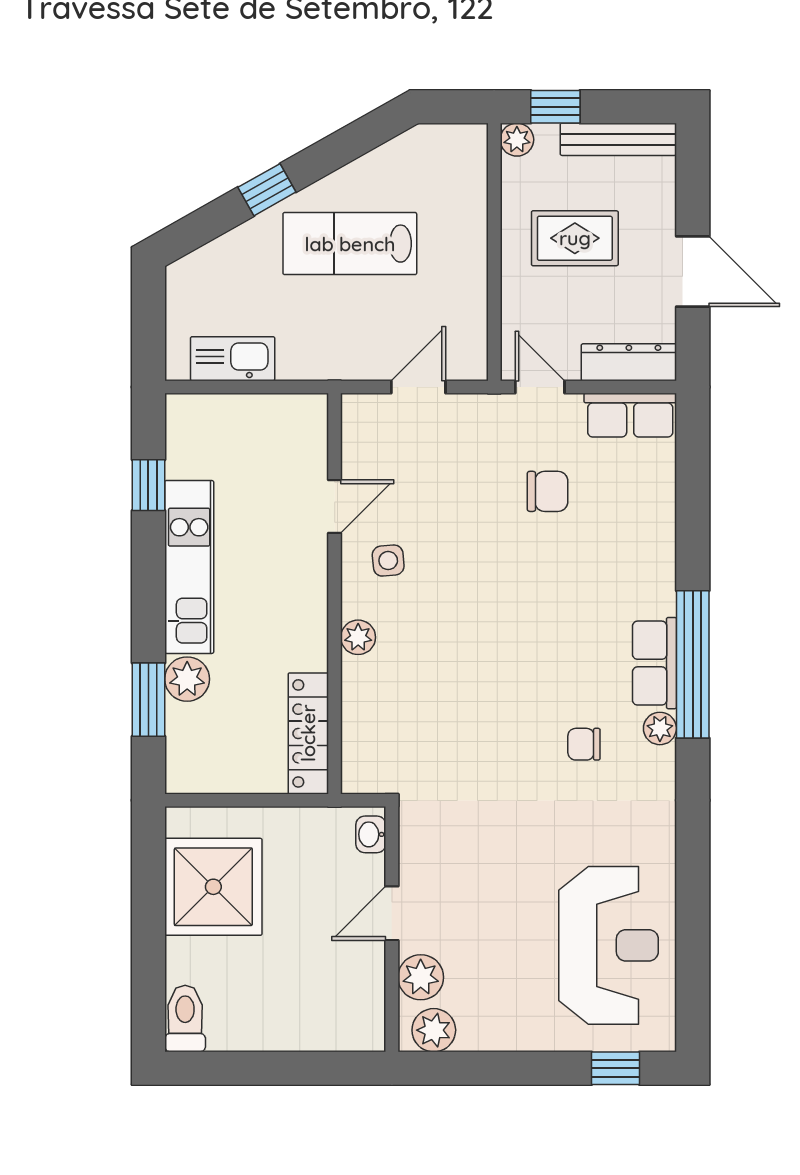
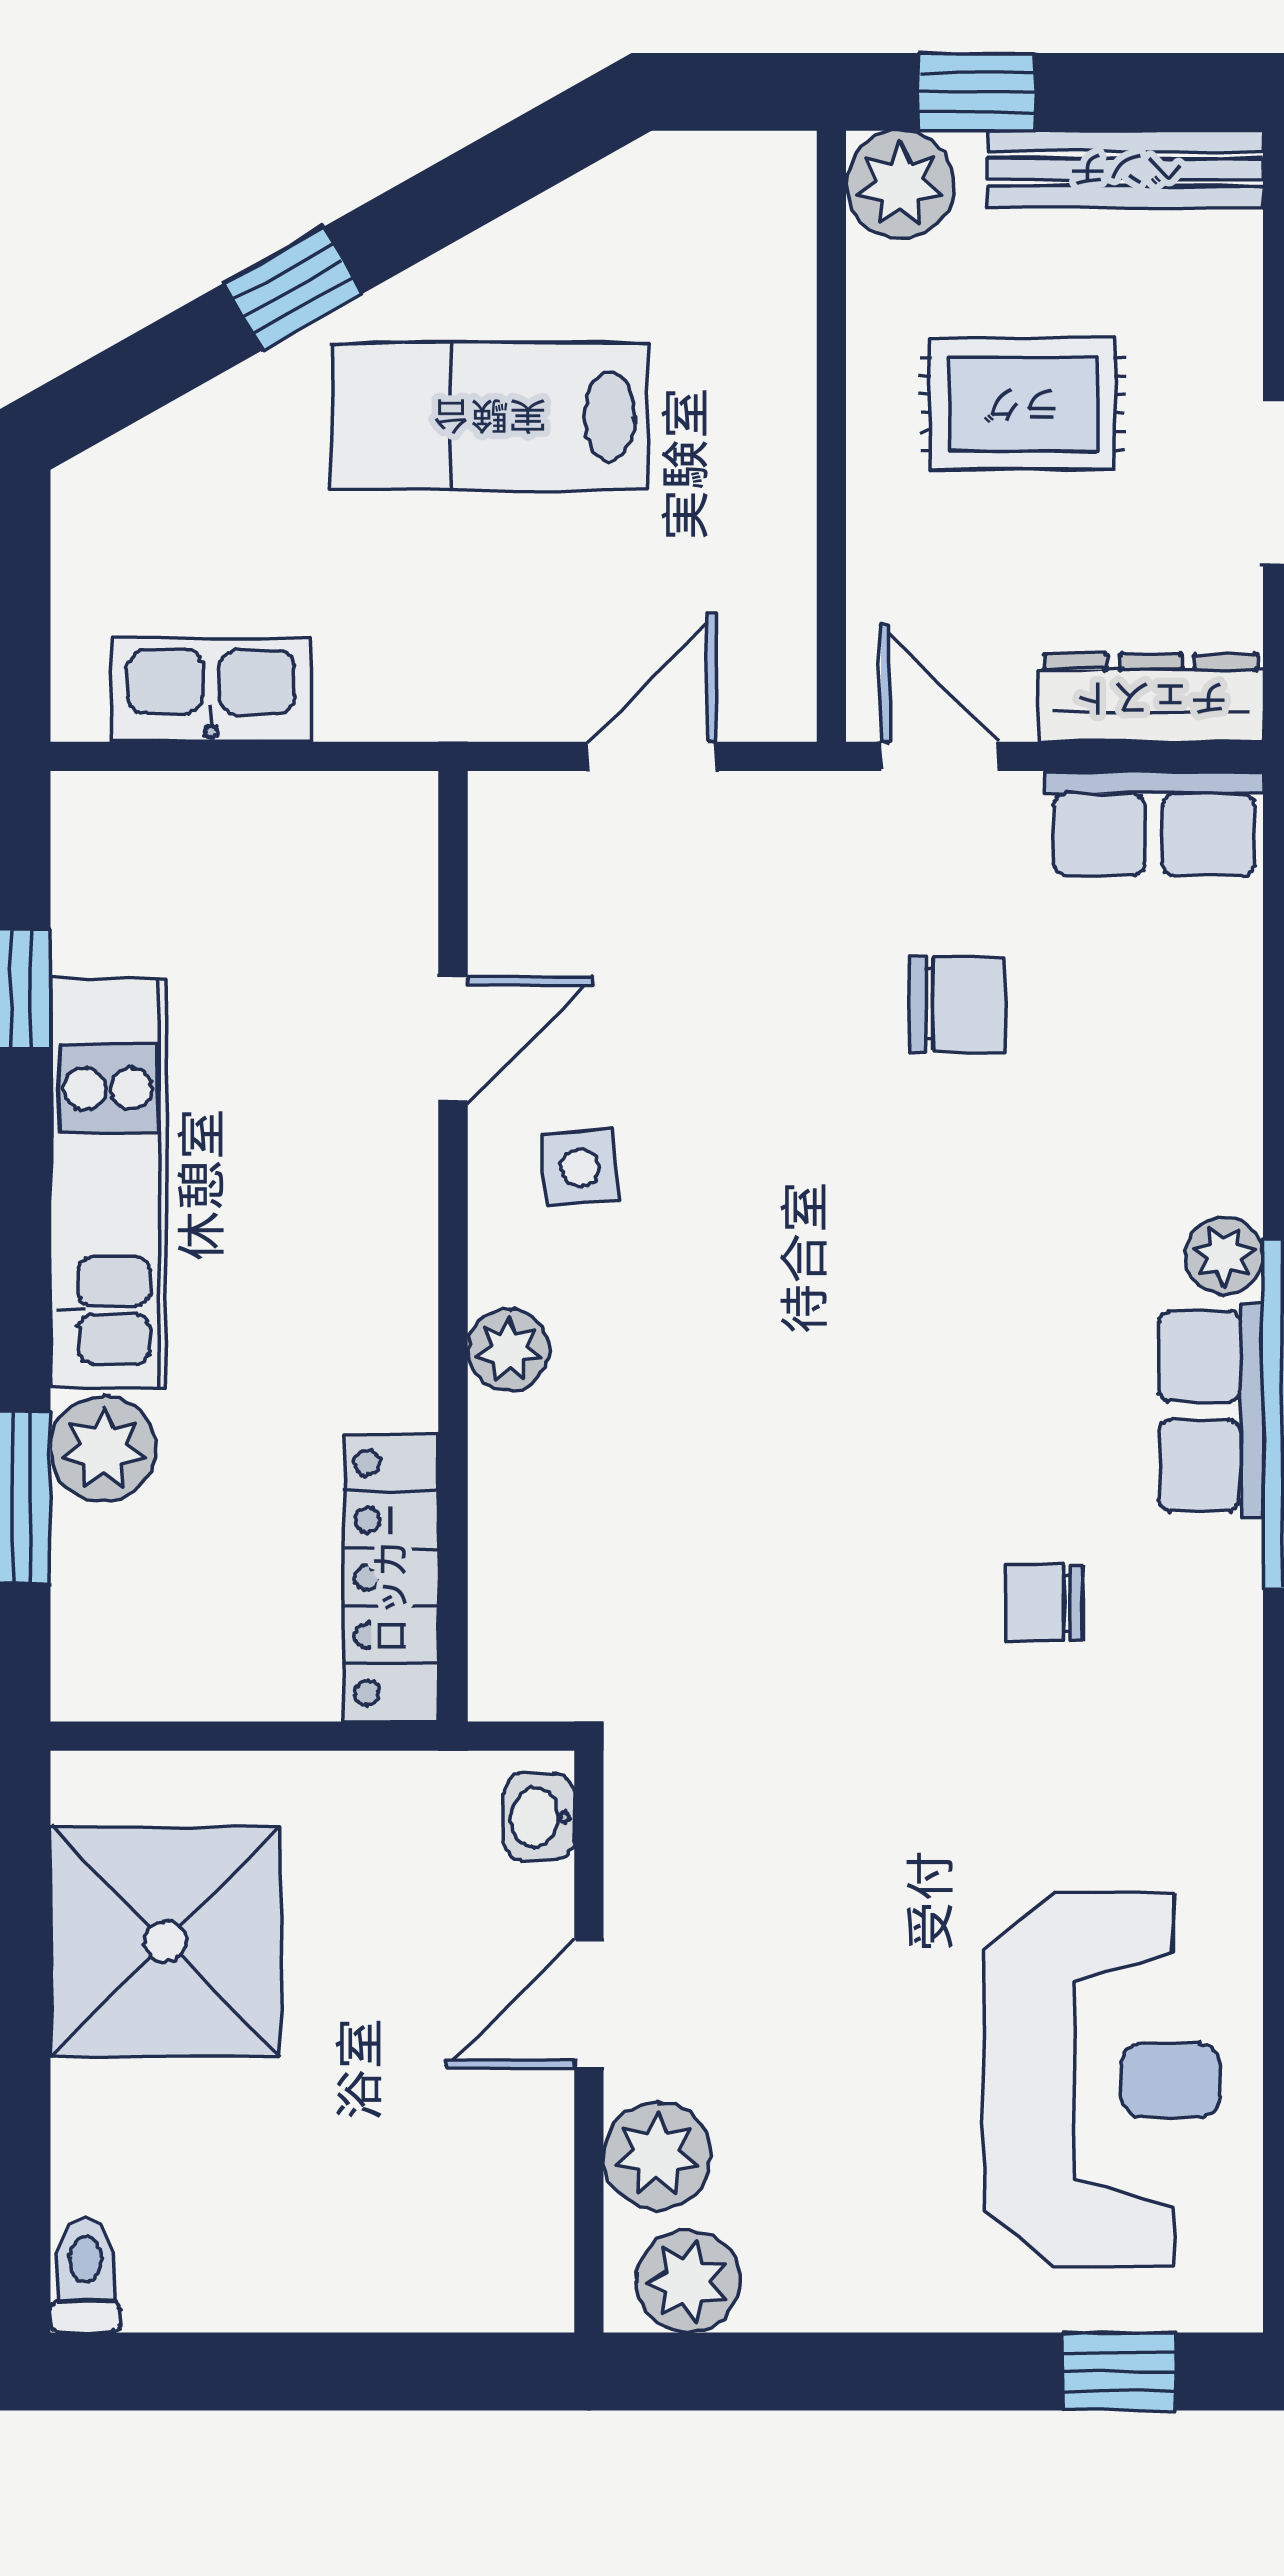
plant: (517, 140) -> (900, 185), width x1.38, depth x1.38
plant: (660, 728) -> (1224, 1256), moved
toilet: (185, 1019) -> (86, 2276), width x0.73, depth x0.72

